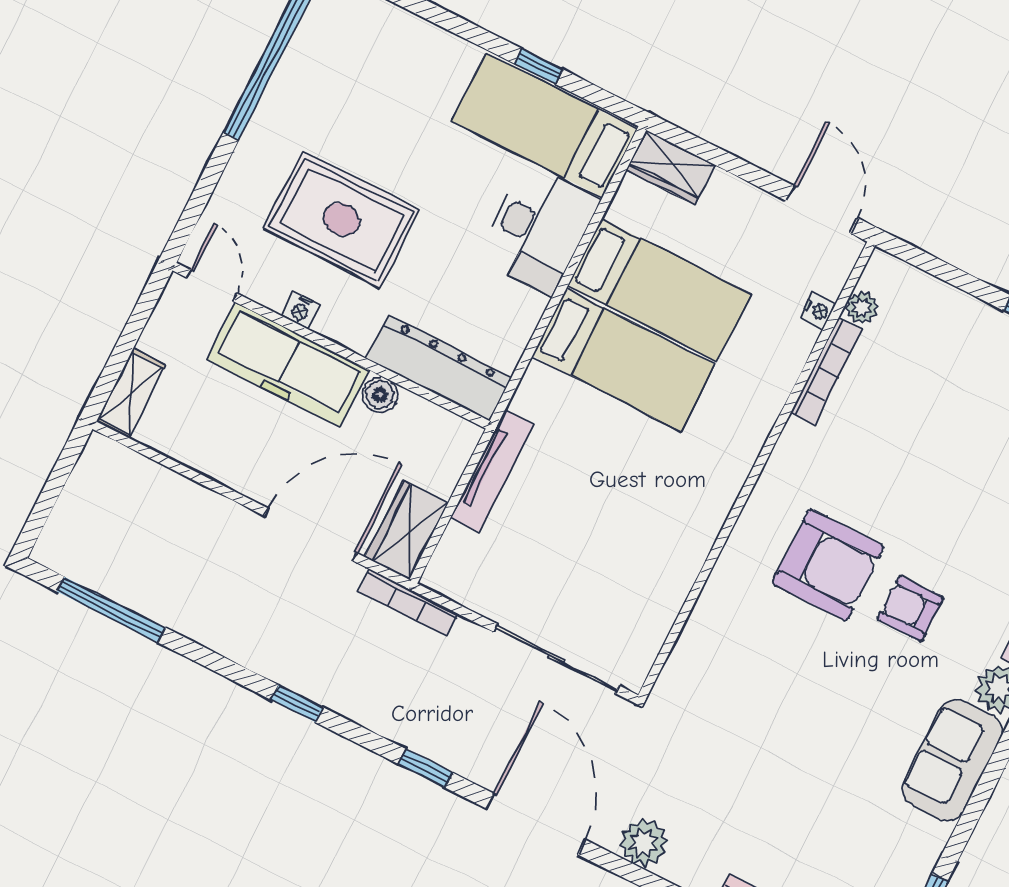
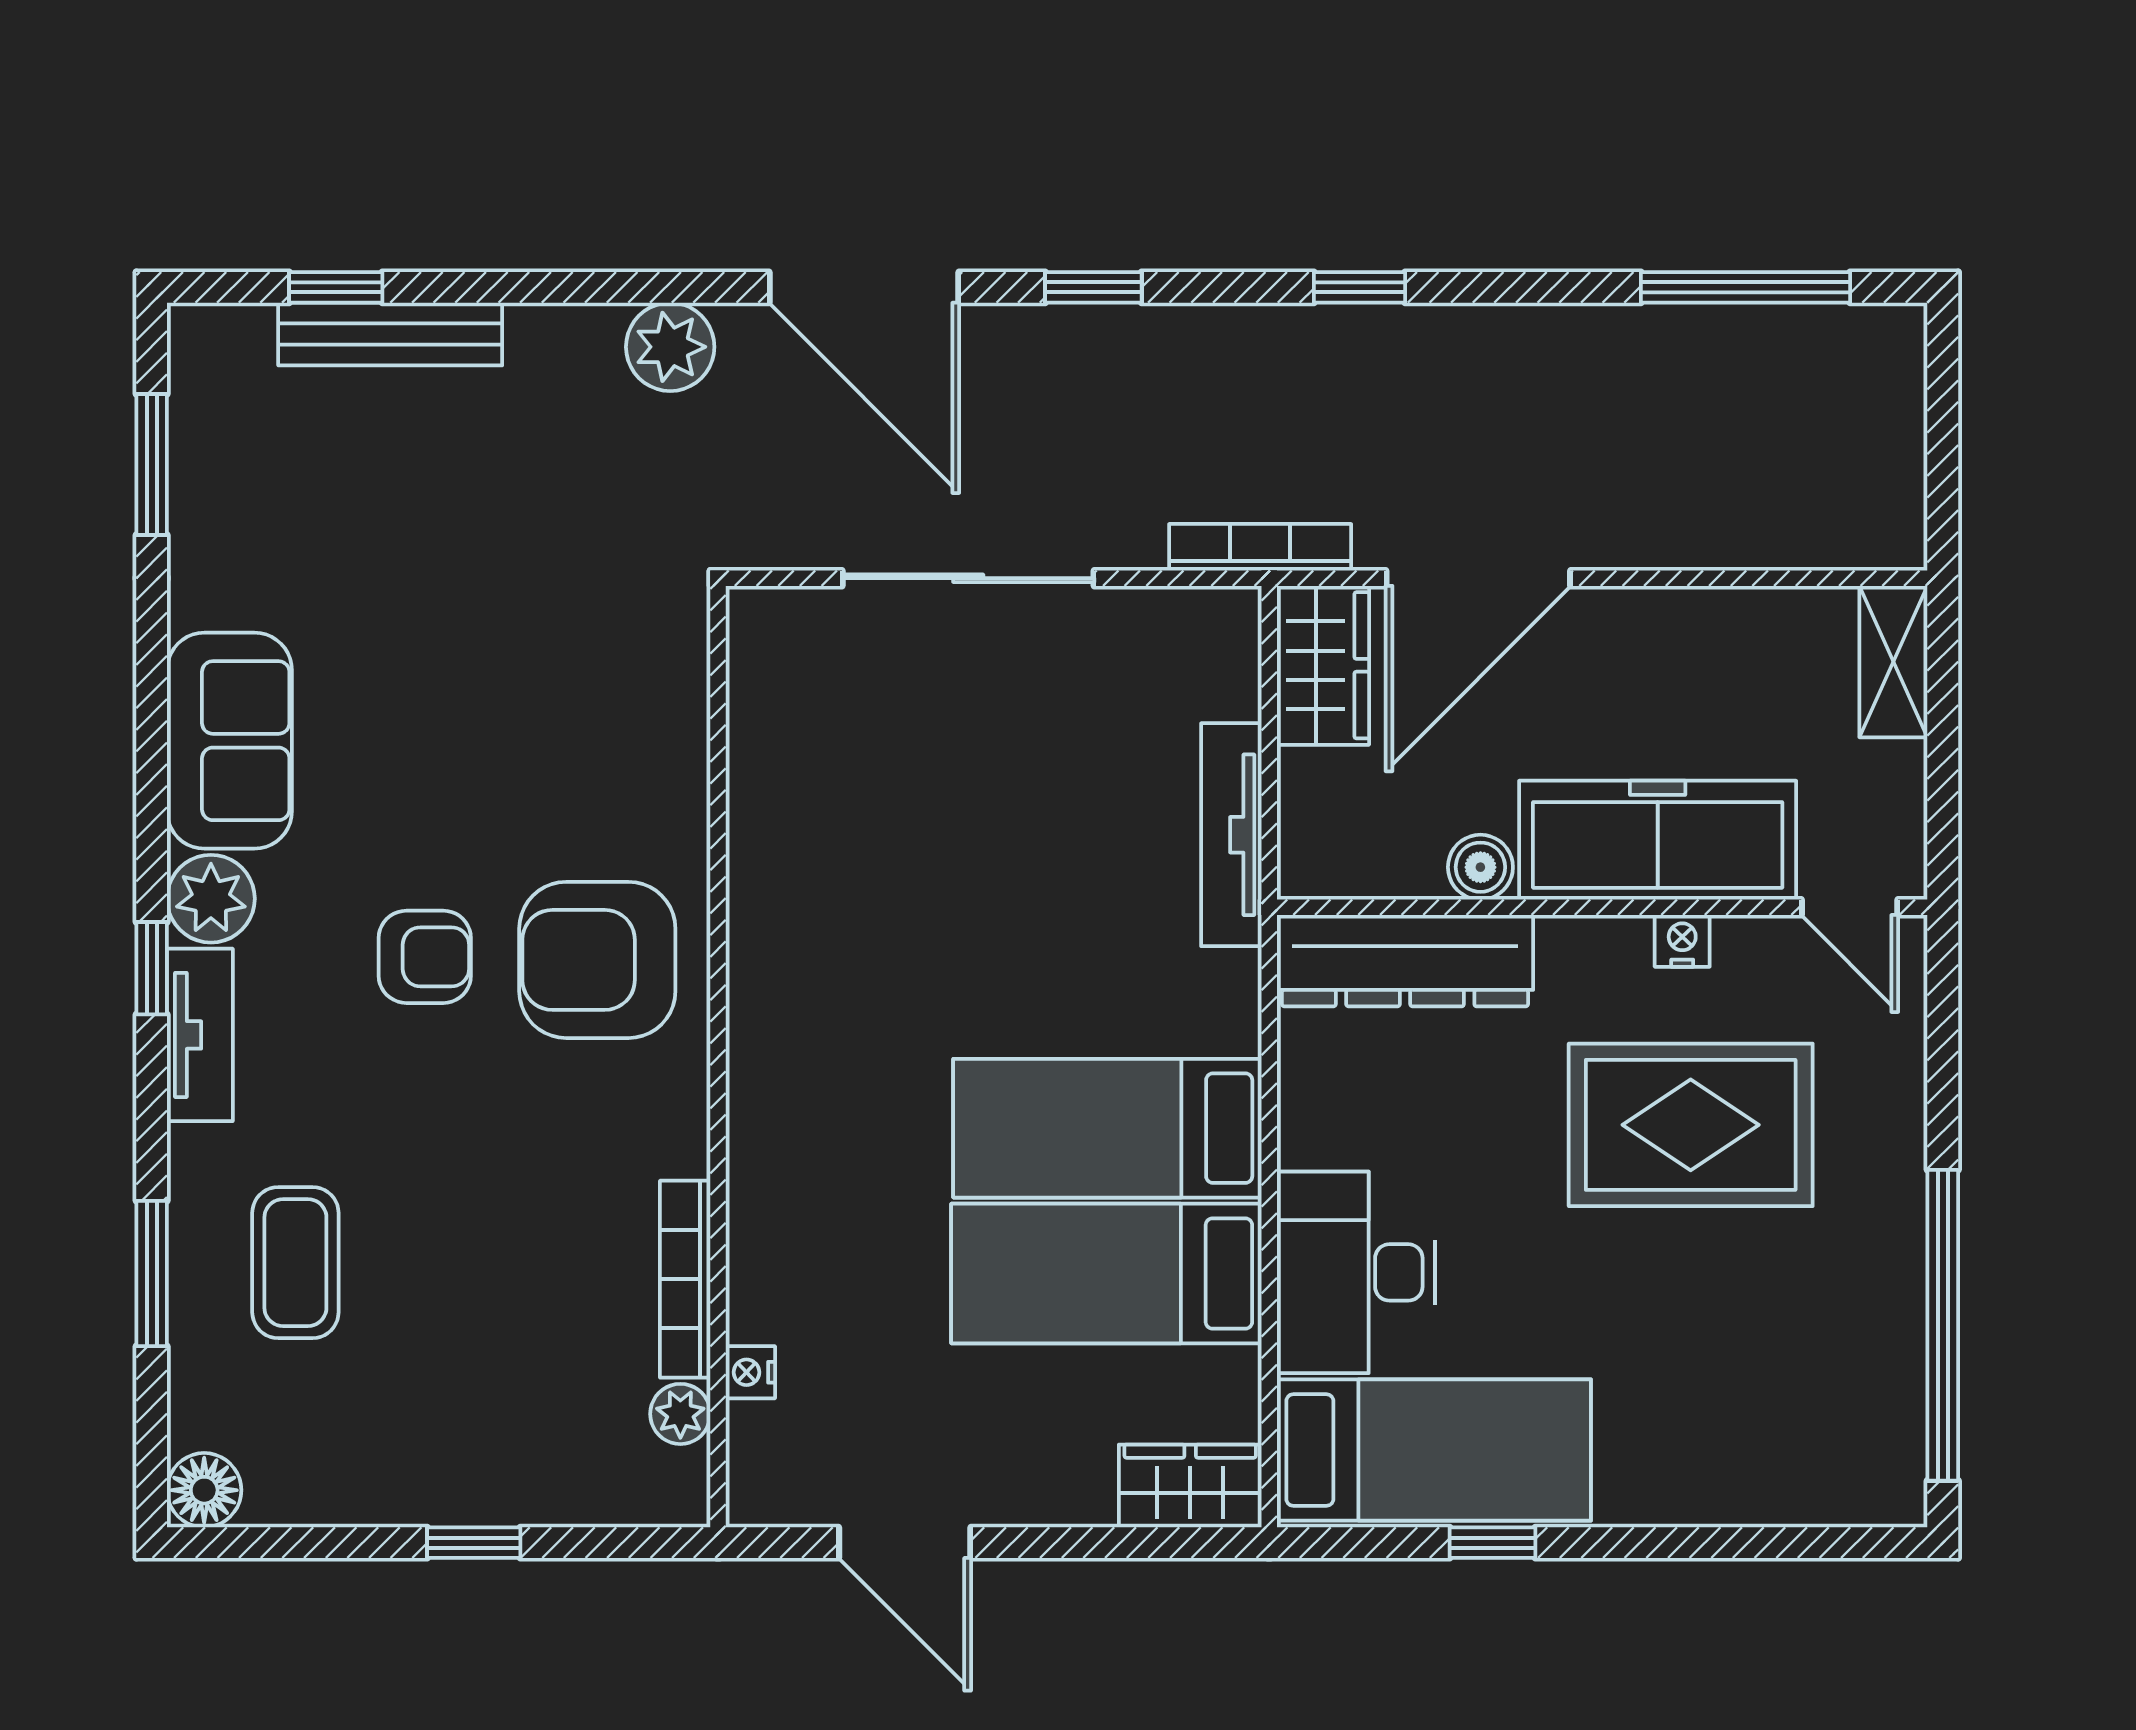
plant: (862, 307) -> (680, 1414), moved
nightstand: (818, 310) -> (750, 1372), moved
bookcase: (827, 371) -> (685, 1279), moved
wall: (757, 470) -> (718, 1057), moved

